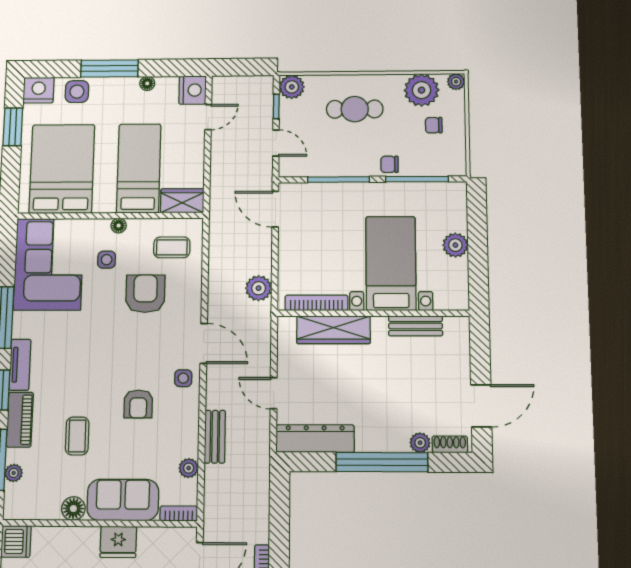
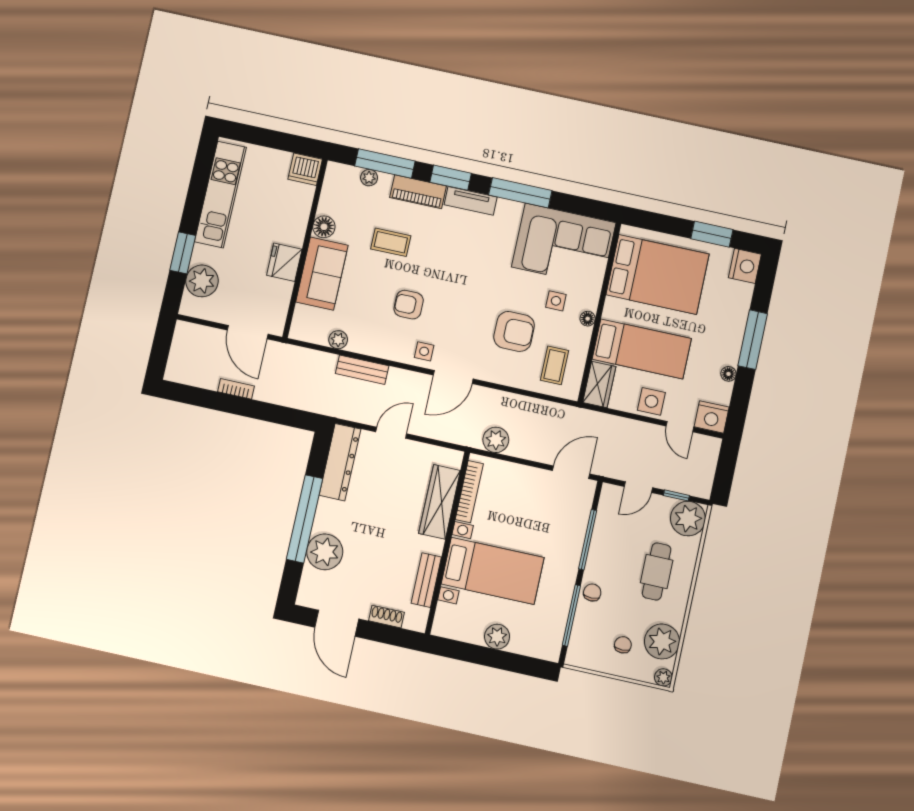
plant: (292, 87) -> (688, 519), width x1.36, depth x1.36
side table: (77, 92) -> (651, 401), moved
plant: (420, 443) -> (325, 552), width x1.87, depth x1.87
shoe rack: (450, 444) -> (386, 617), moved, turned -90
bookcase: (179, 514) -> (298, 322), removed

